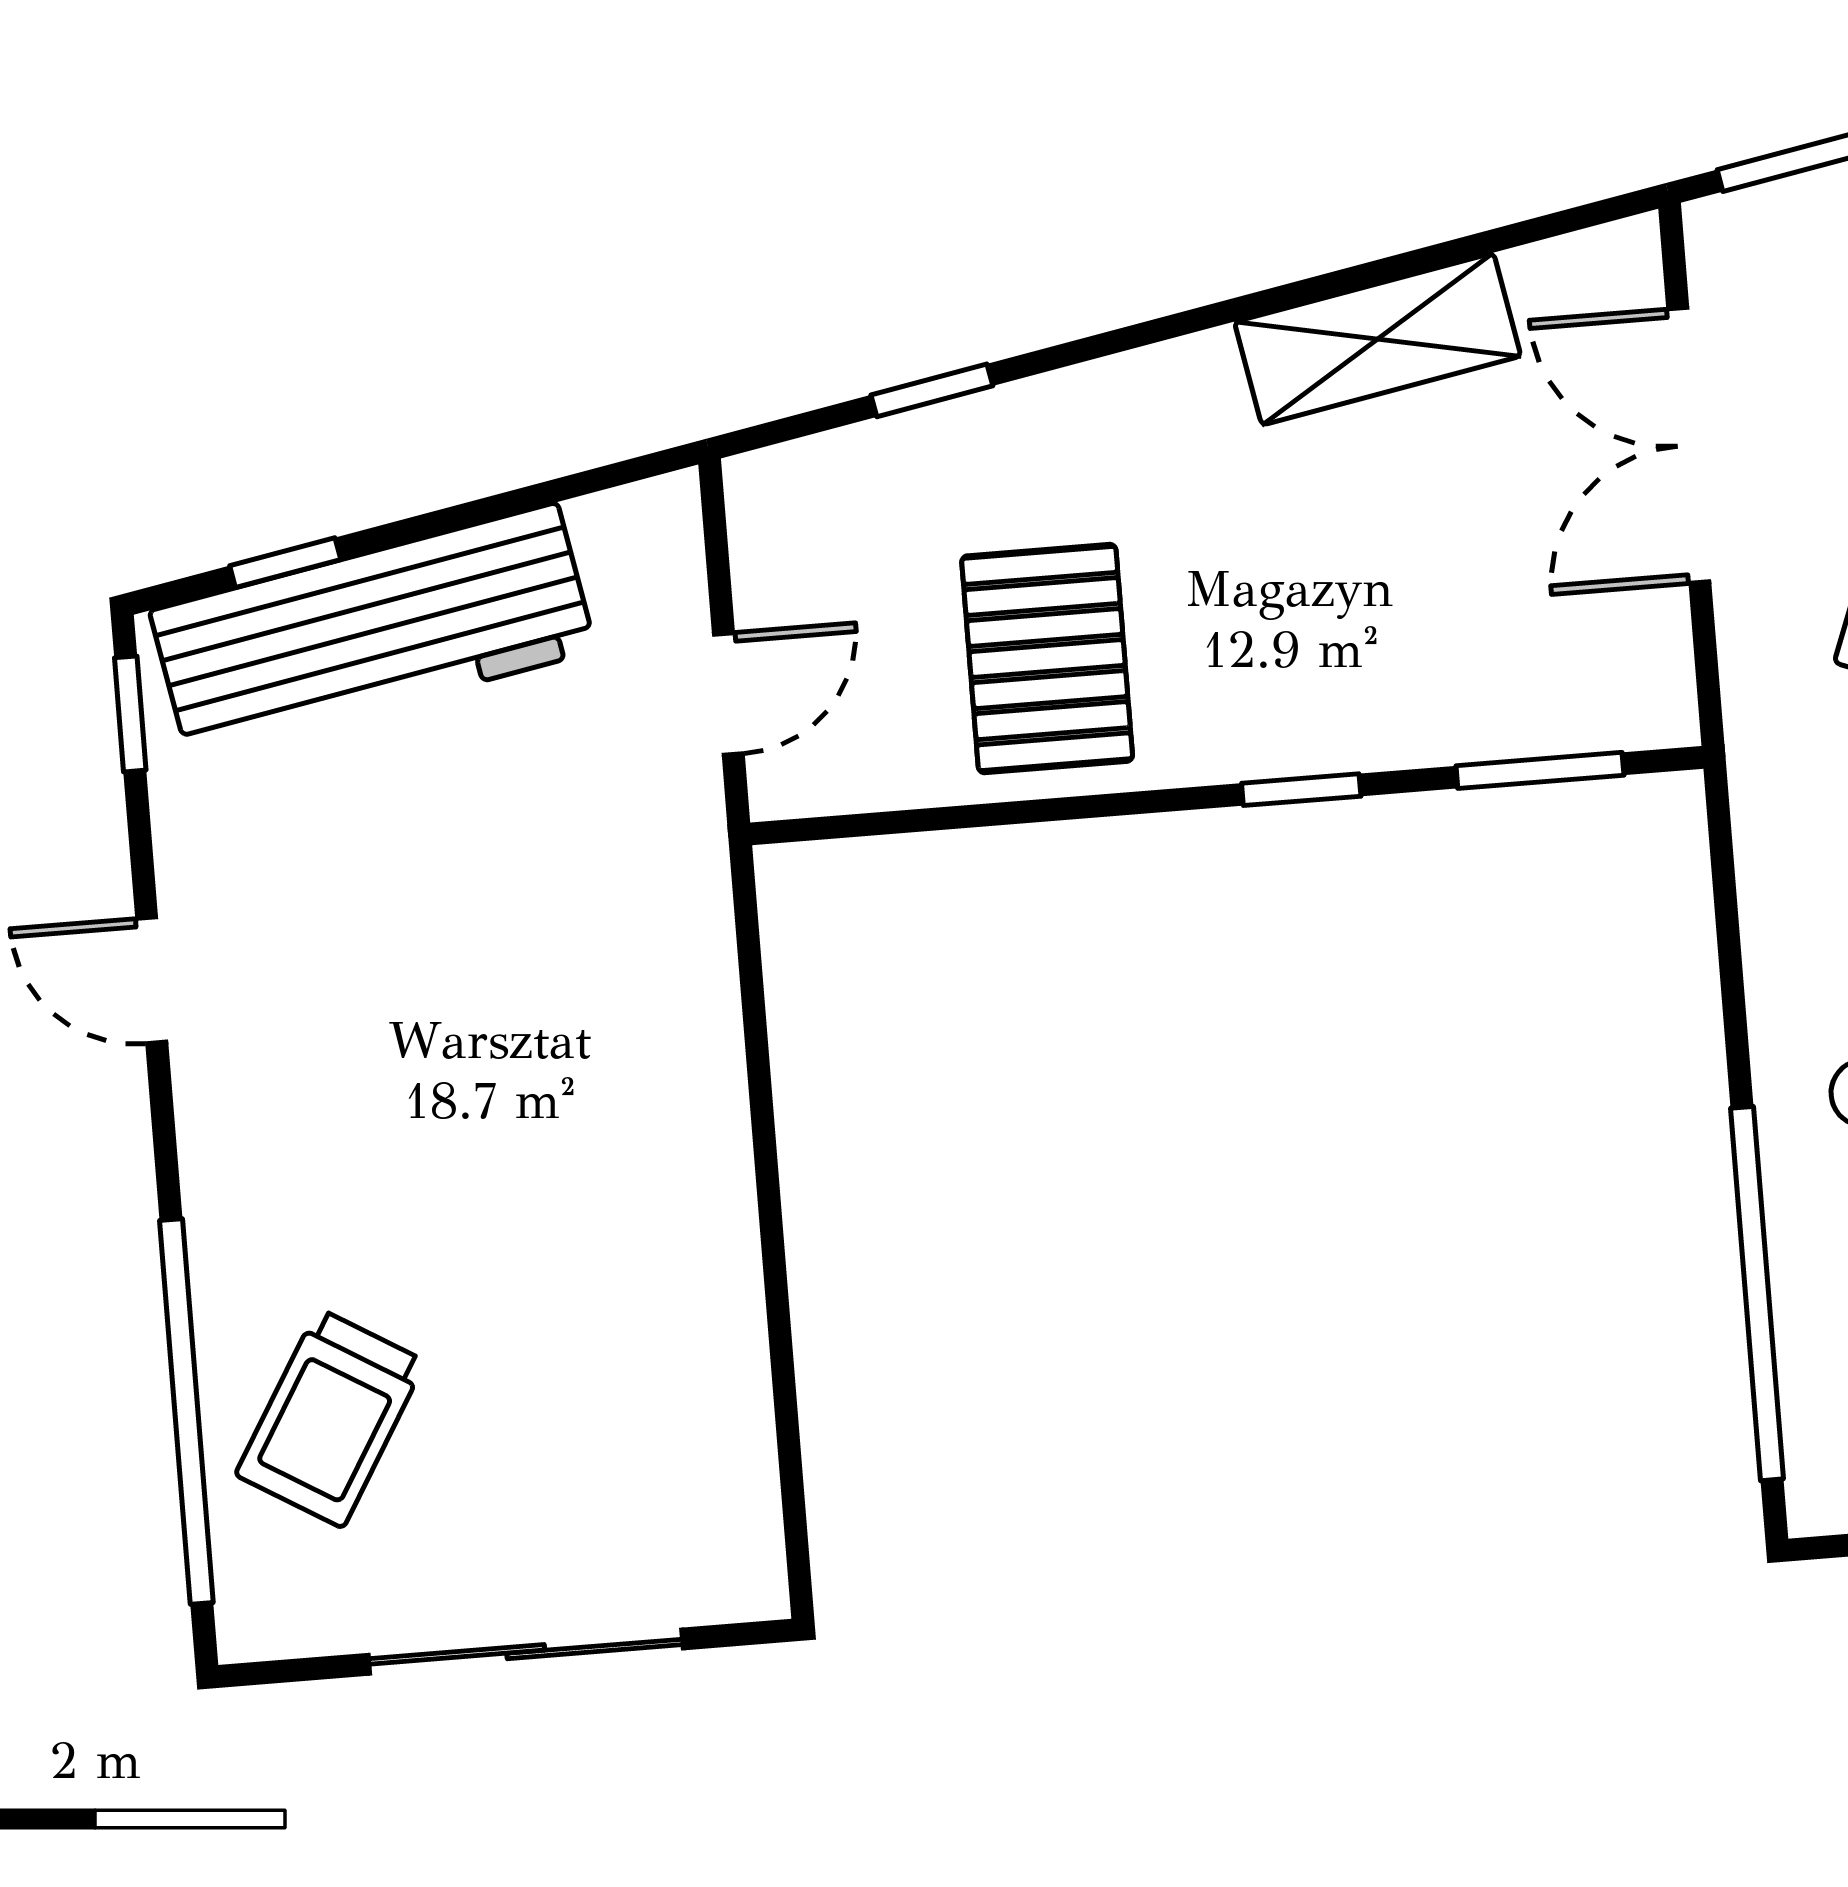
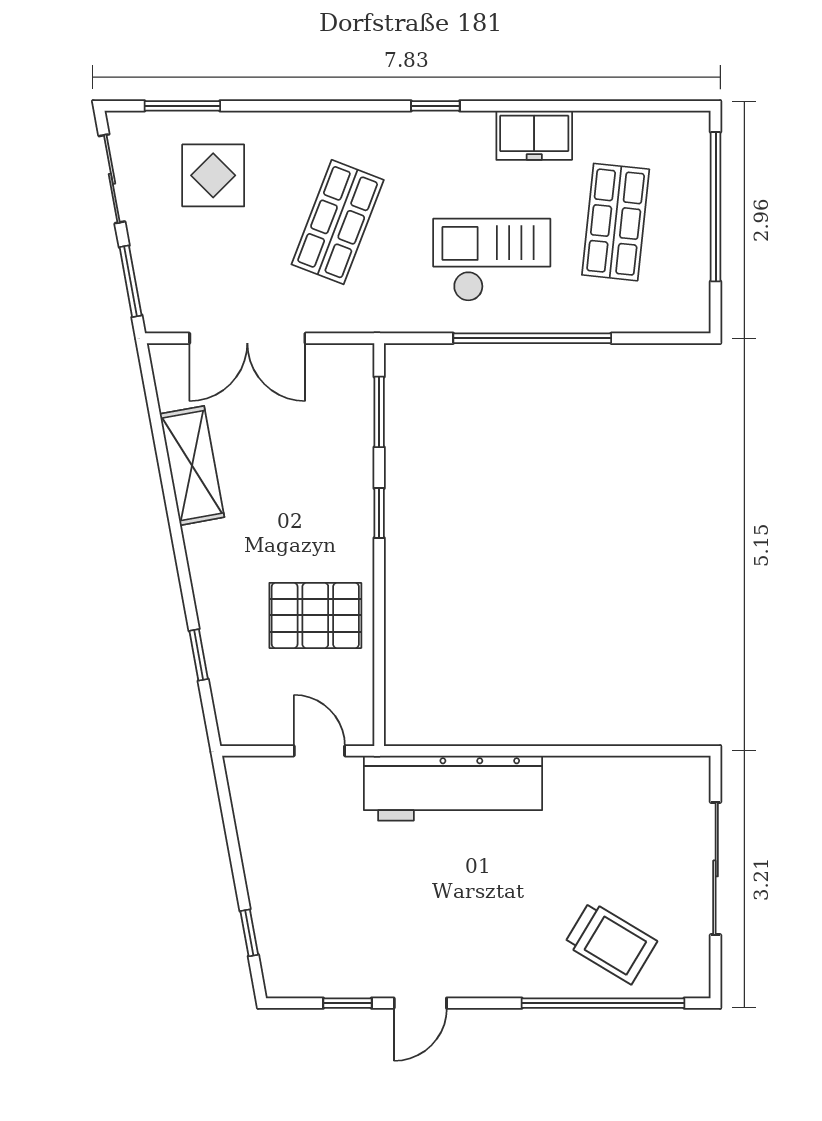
workbench: (373, 631) -> (453, 788), moved, turned 100
window: (130, 714) -> (347, 1003), moved
window: (1757, 1294) -> (532, 338), moved

